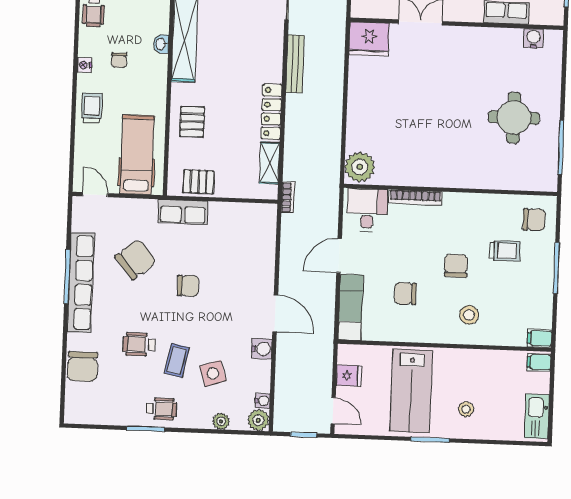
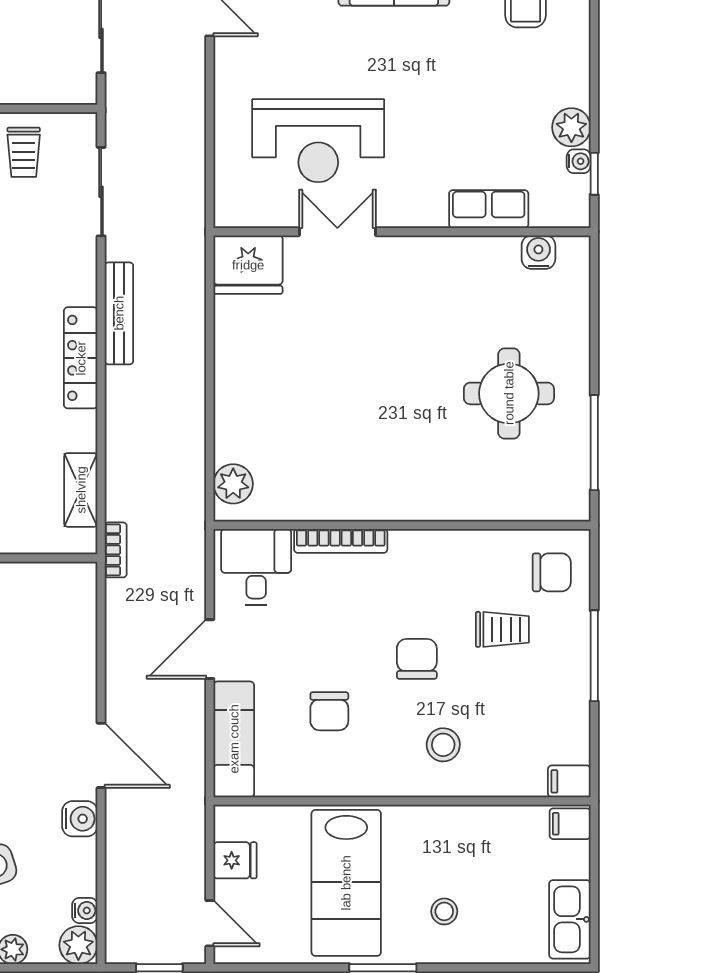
locker: (271, 112) -> (81, 358), moved
plant: (360, 167) -> (233, 484), width x0.73, depth x0.73
chair: (405, 293) -> (329, 711), turned -90

